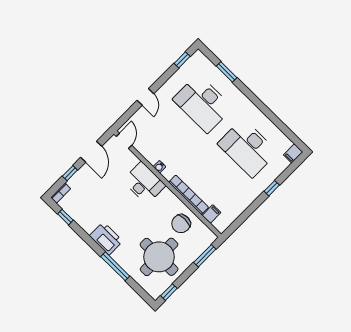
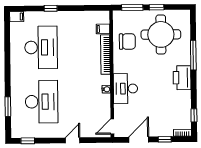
window: (169, 292) -> (157, 7), moved

